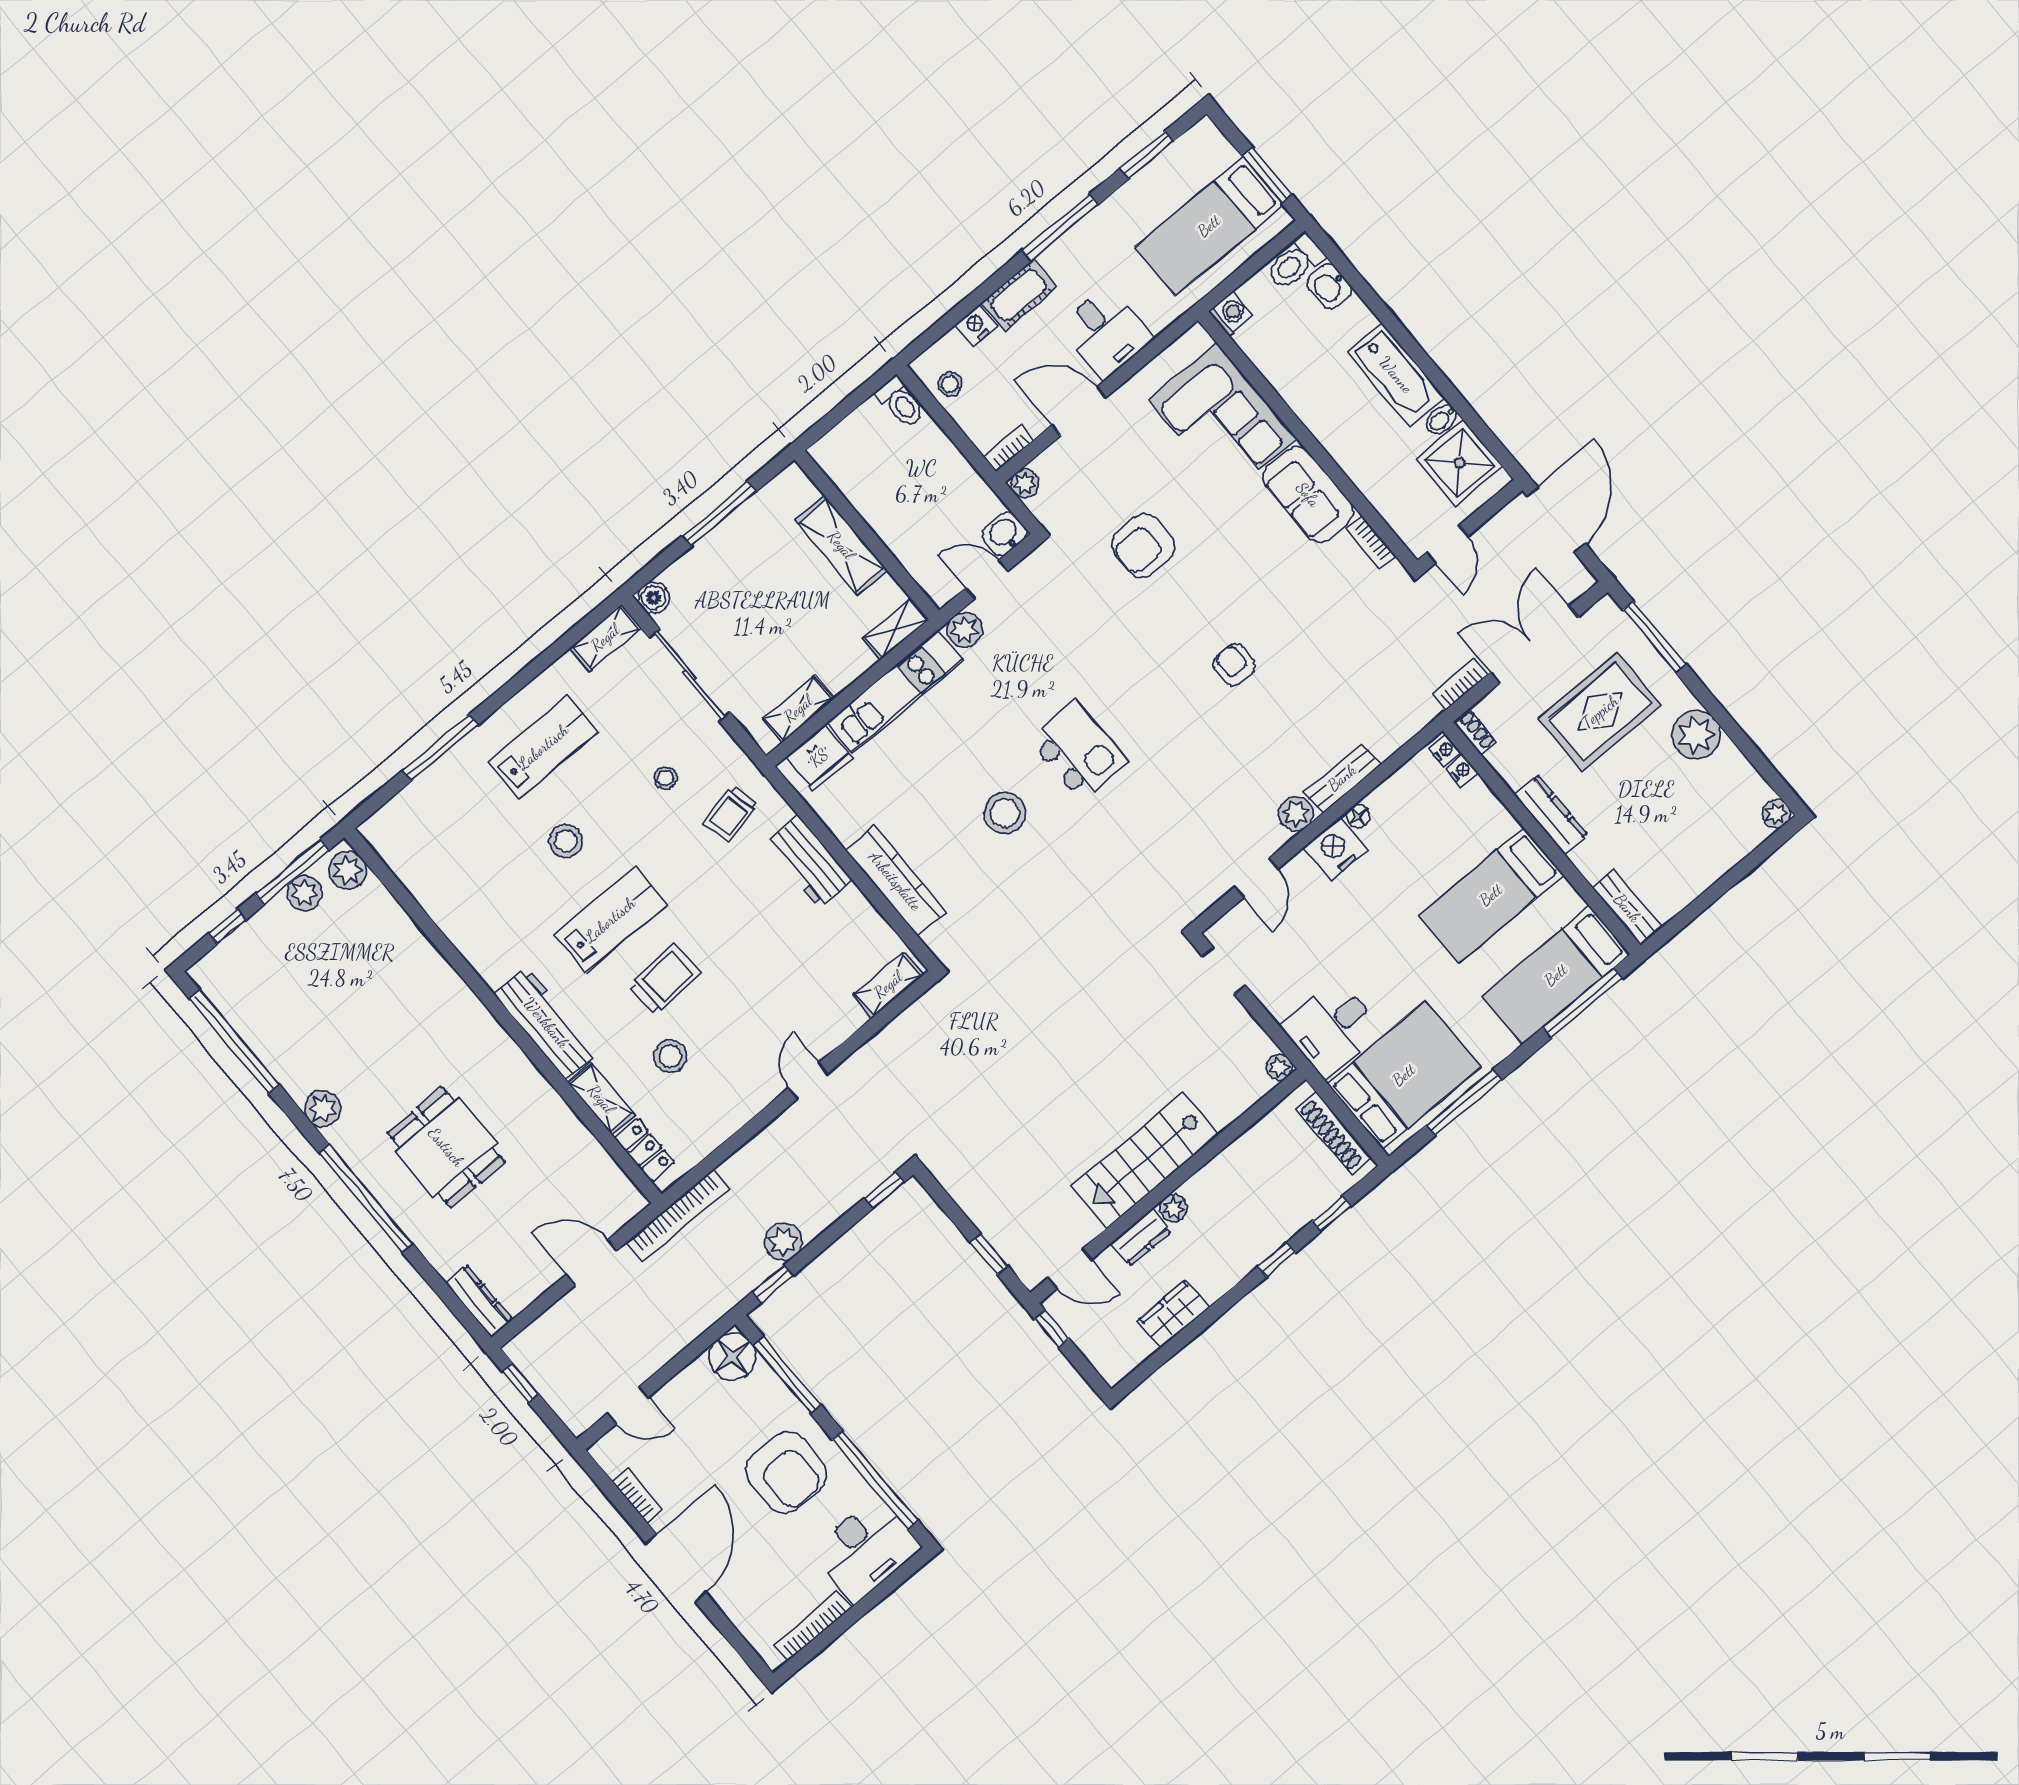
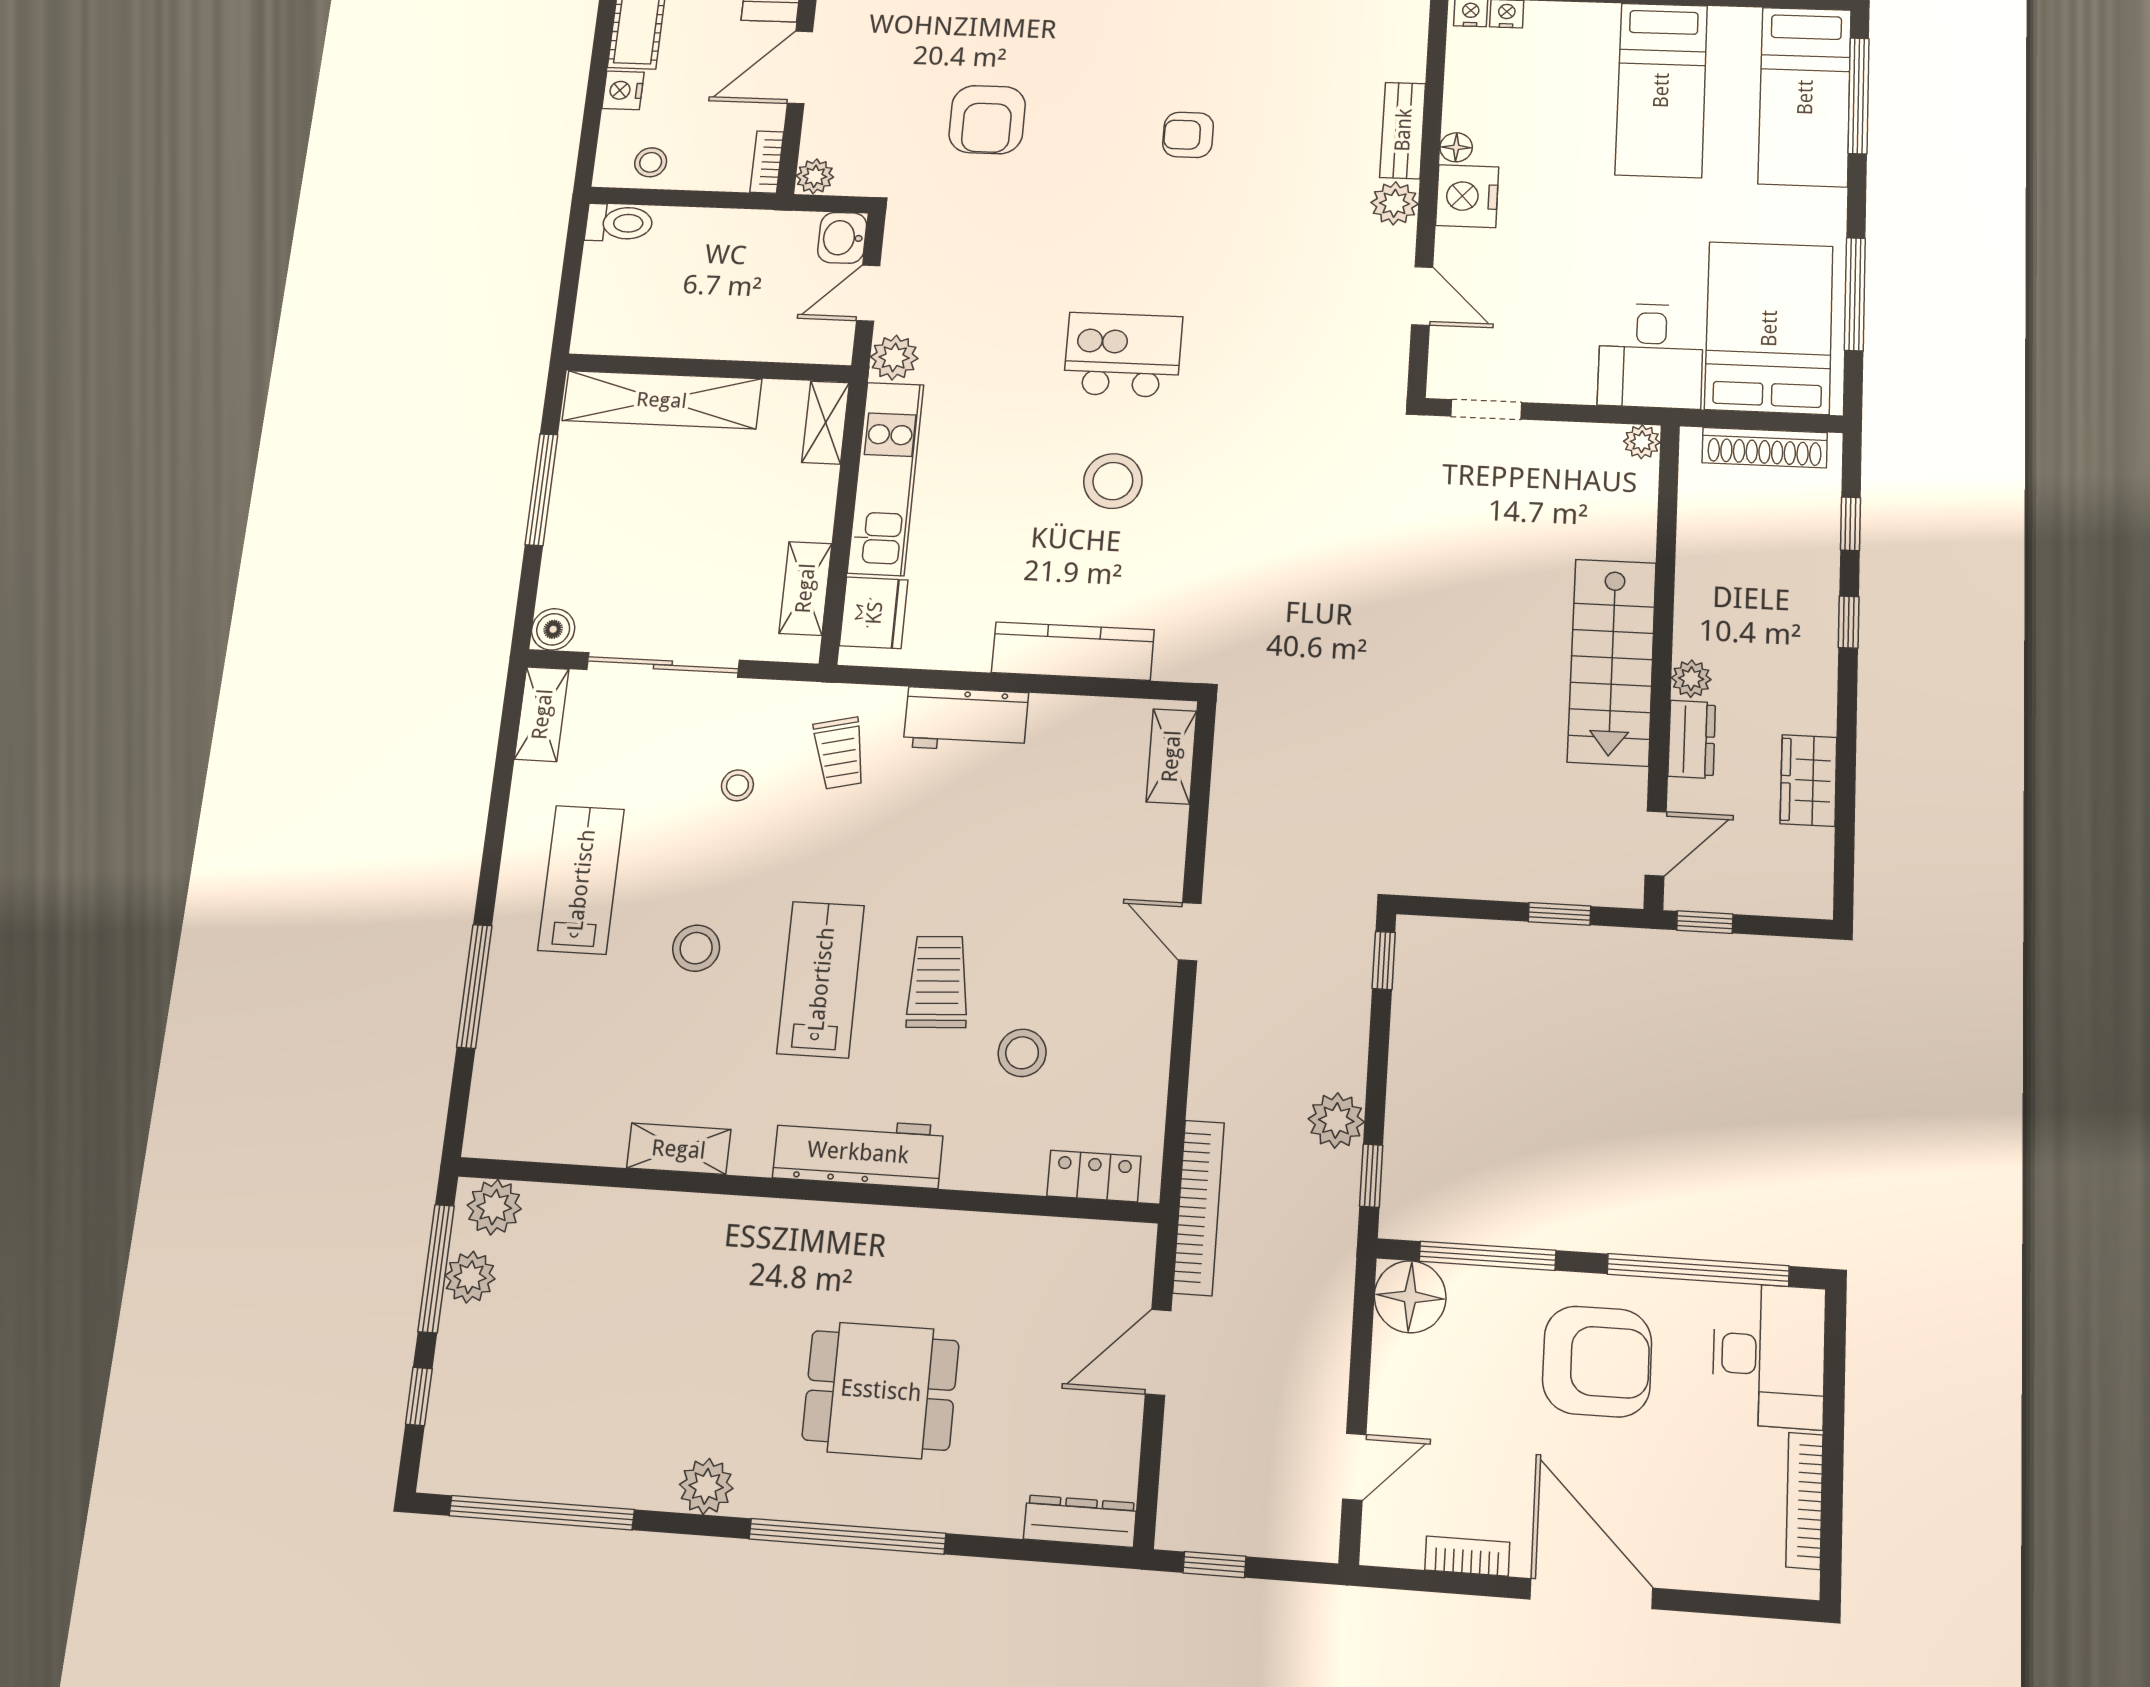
shelving: (841, 545) -> (662, 400), width x1.47
shelving: (601, 1099) -> (679, 1149), moved

